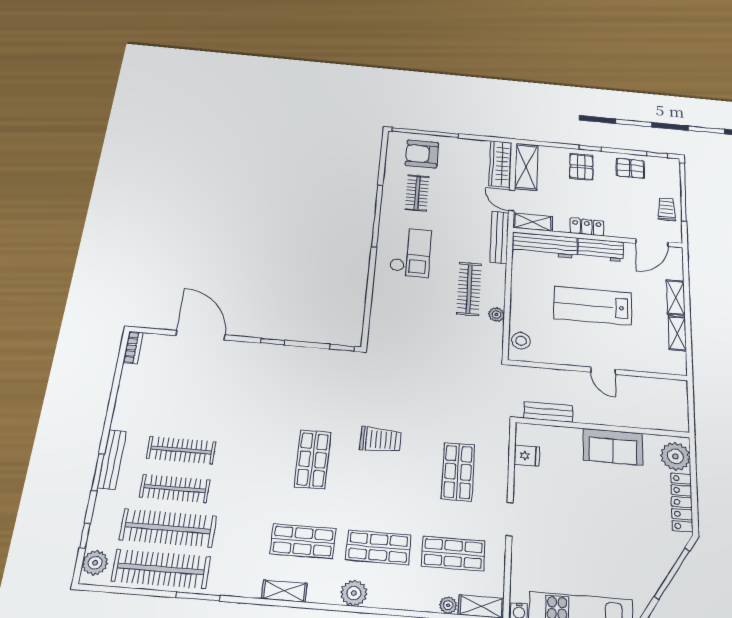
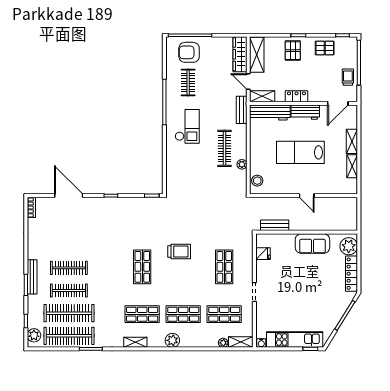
bench: (499, 237) -> (242, 110), width x0.73

